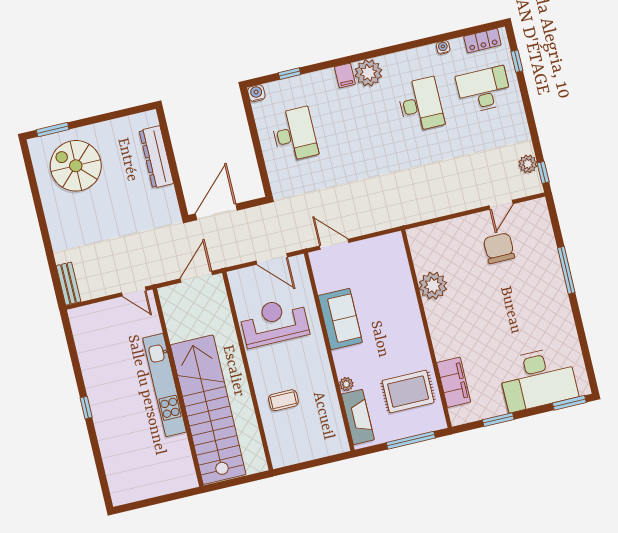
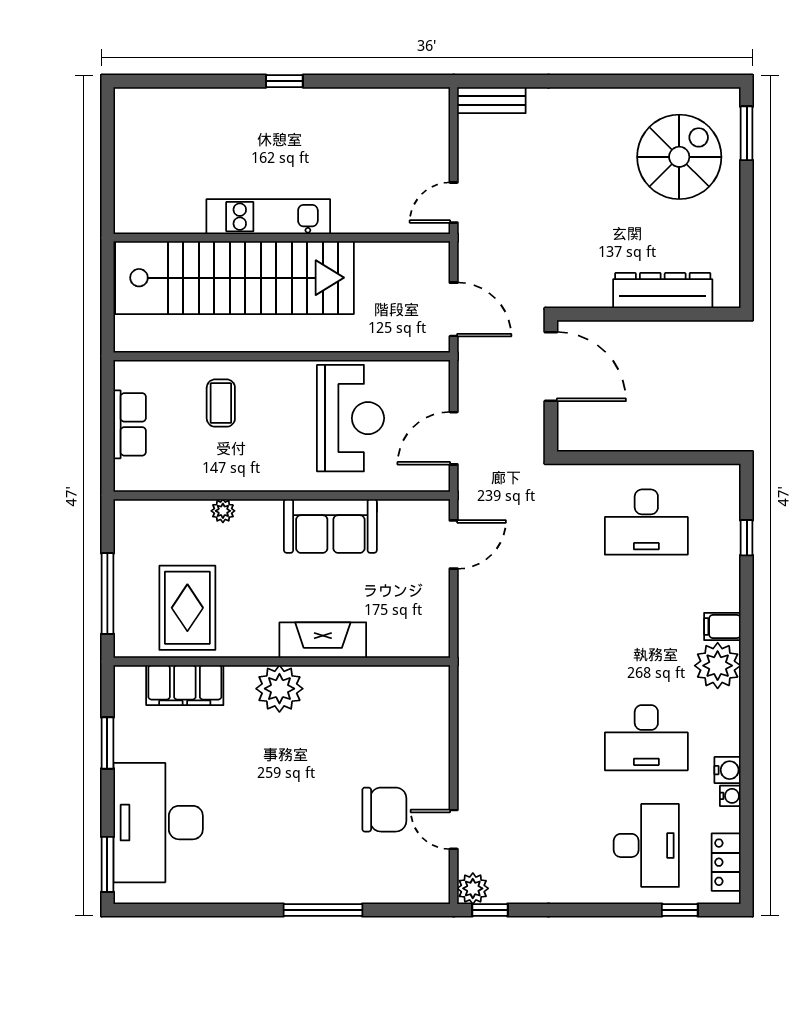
water cooler: (256, 93) -> (727, 770), moved
plant: (528, 164) -> (473, 888), moved
plant: (433, 286) -> (279, 689), moved
kitchen unit: (165, 385) -> (268, 217), width x0.73
fireplace: (358, 417) -> (323, 640), moved, turned 180
row of seats: (309, 451) -> (130, 424), added

